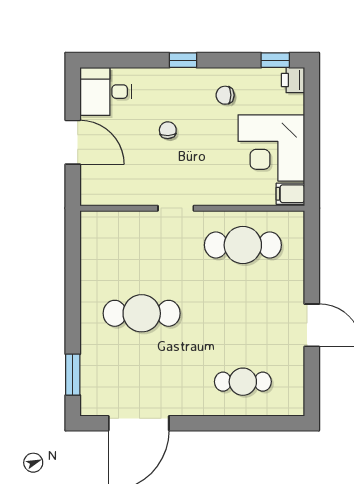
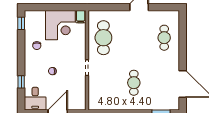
window: (183, 60) -> (21, 82), moved
printer: (293, 80) -> (30, 15), removed
cafe table: (142, 313) -> (134, 83), width x0.73, depth x0.74

